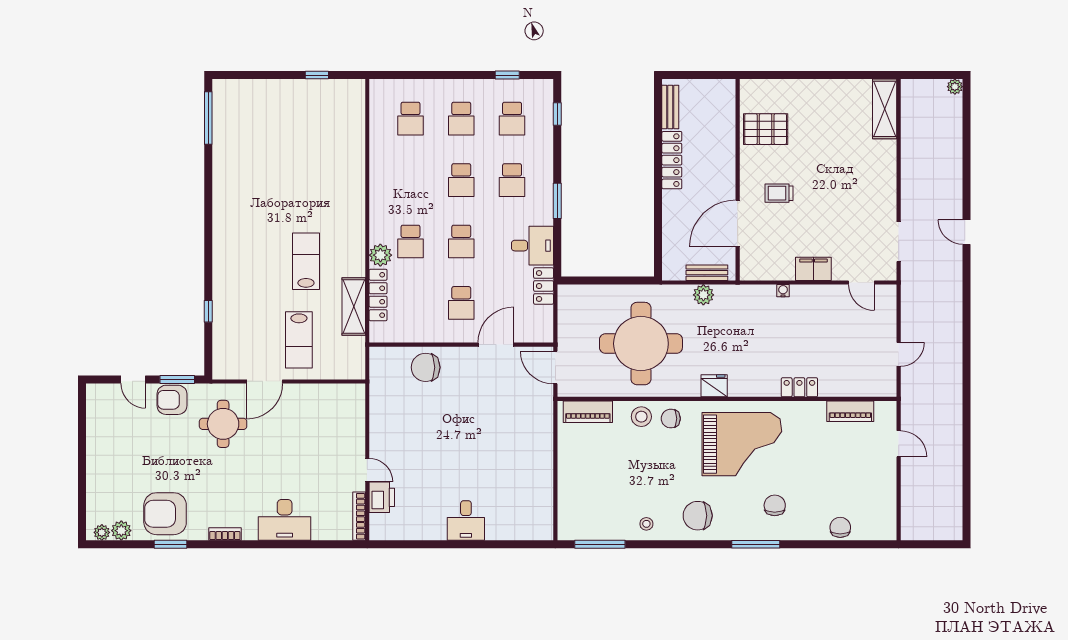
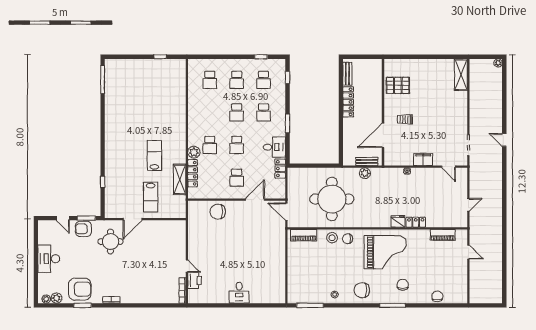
fridge: (714, 386) -> (398, 221), moved
armchair: (165, 514) -> (80, 289), turned 180
desk: (285, 520) -> (49, 259), moved, turned 90

